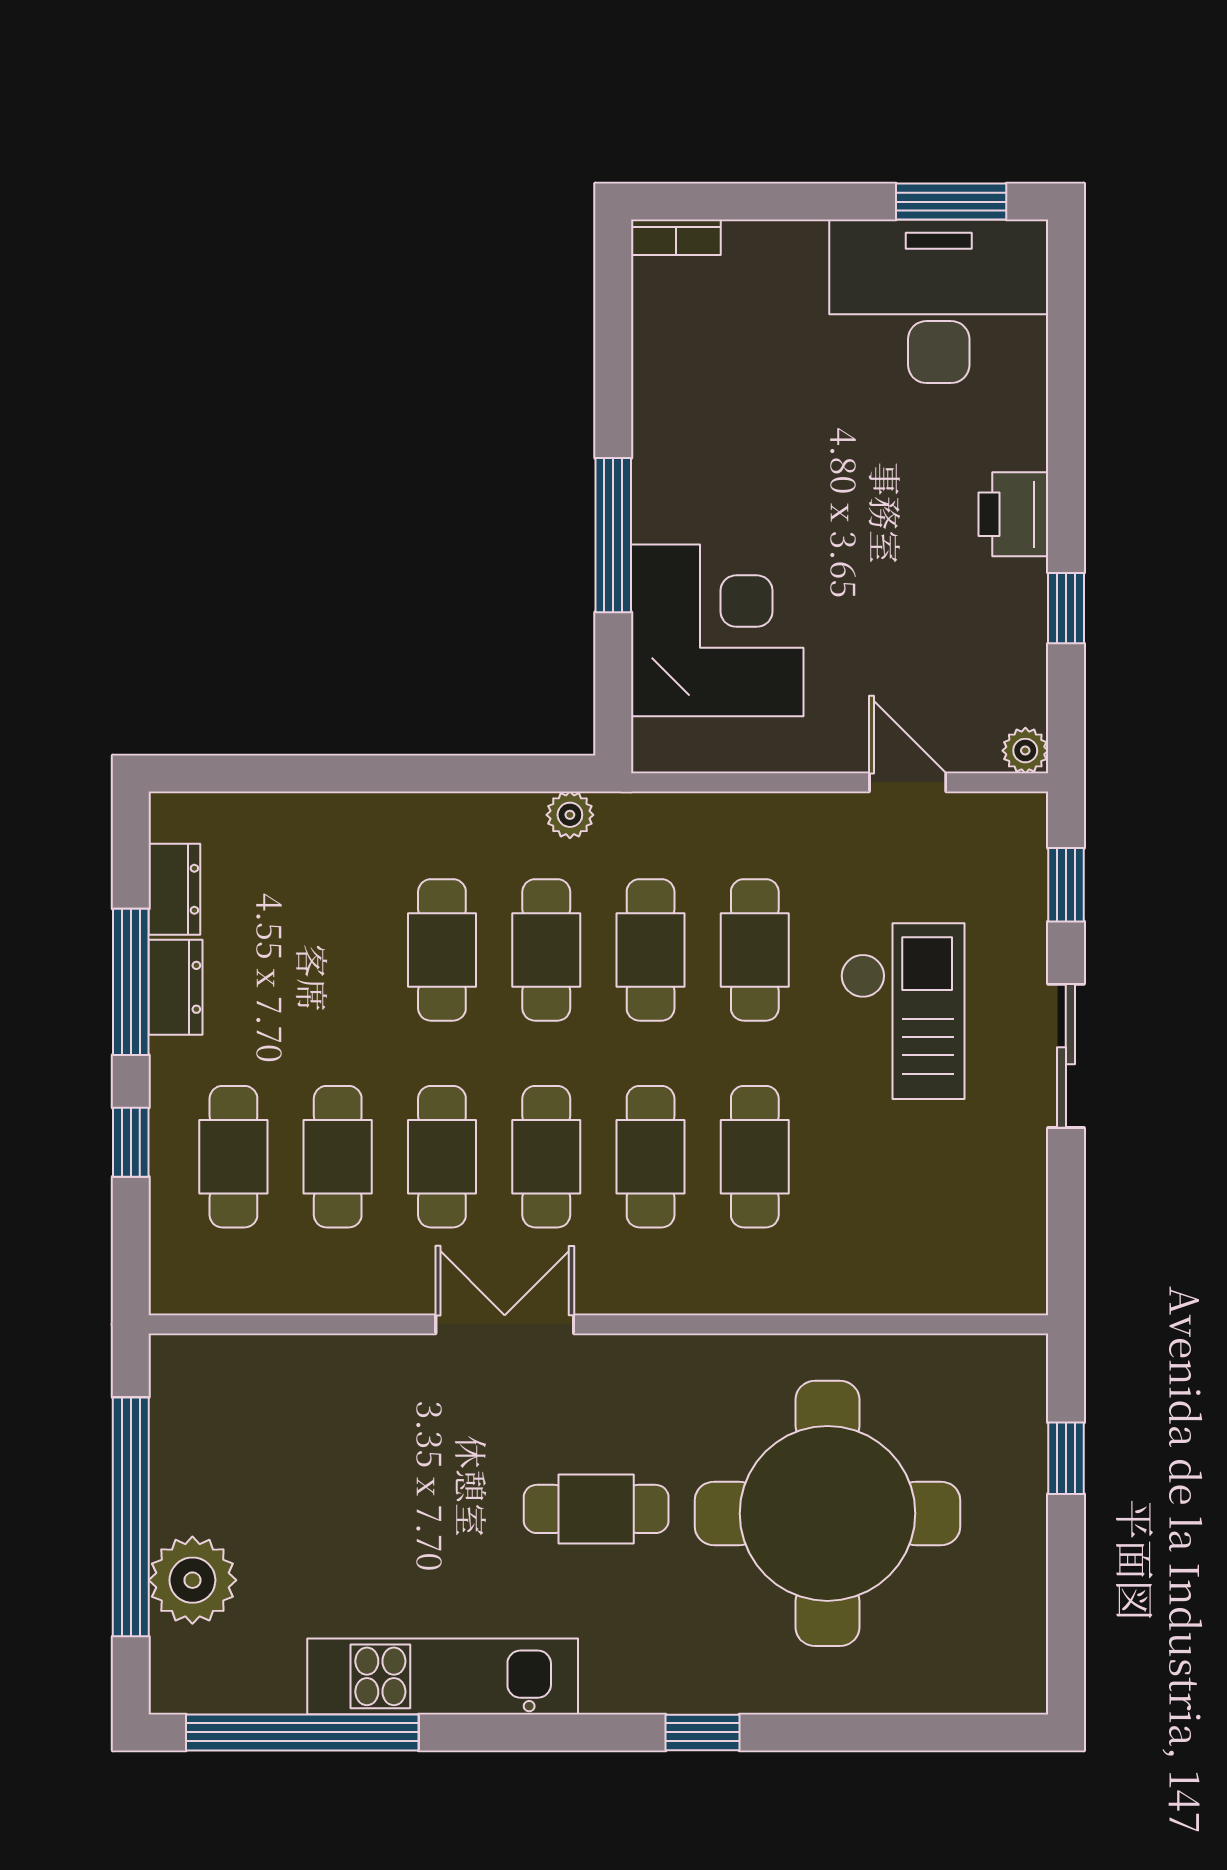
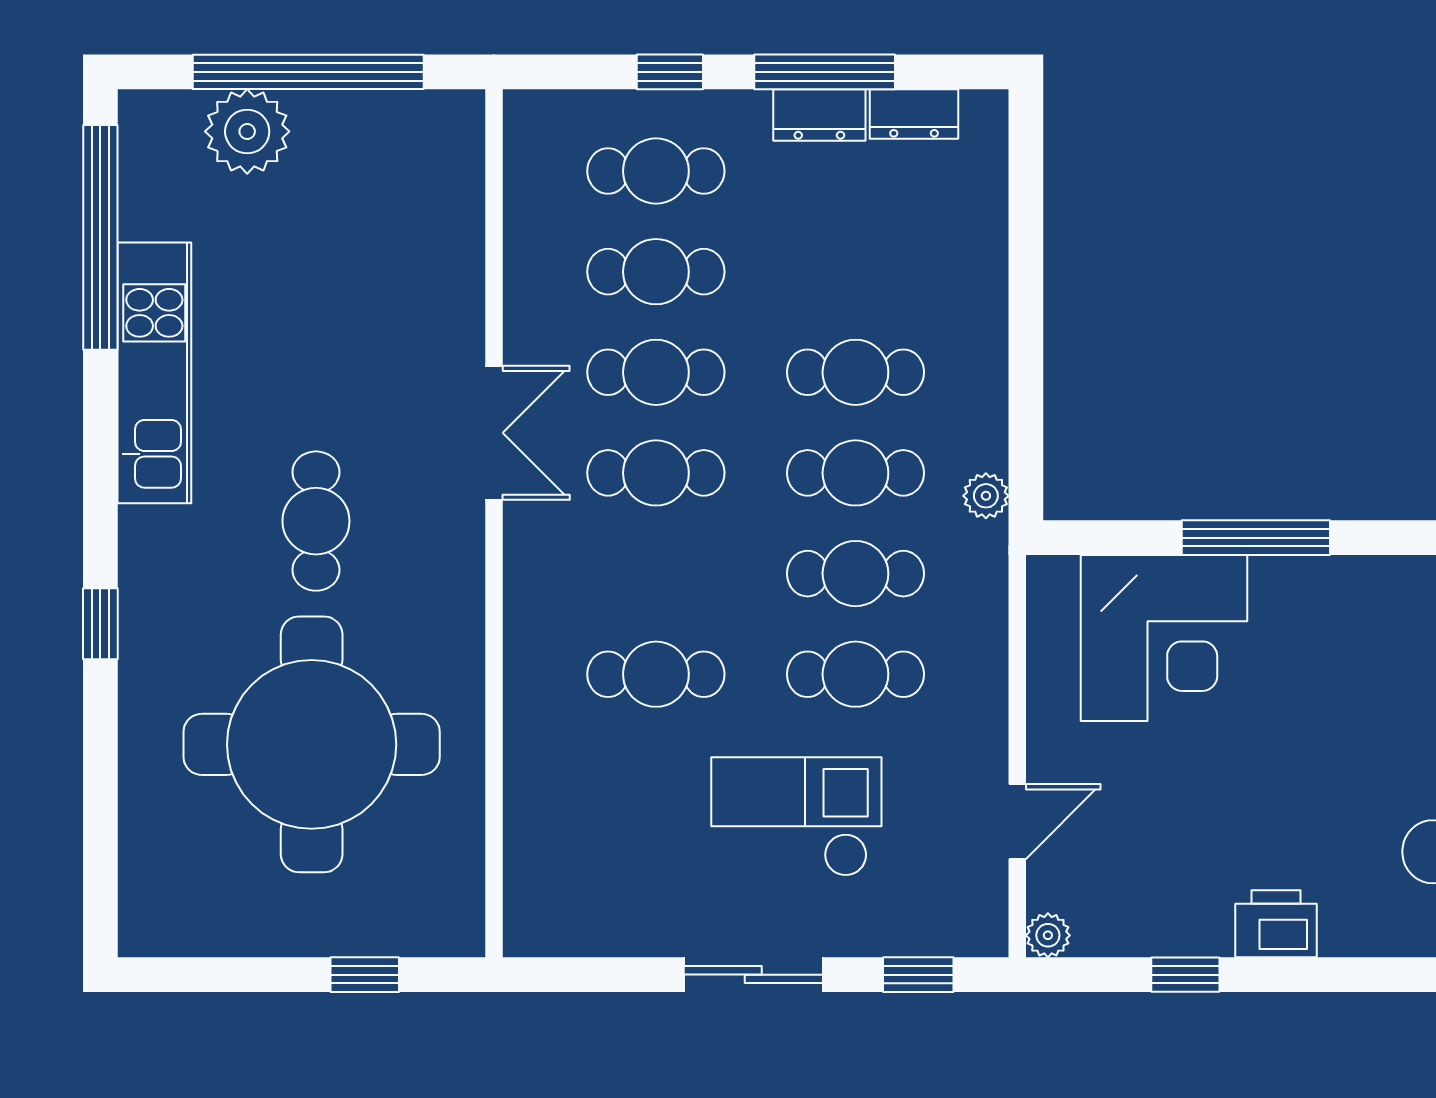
checkout: (902, 1011) -> (796, 817), turned 180
cafe table: (651, 1157) -> (656, 574), removed

